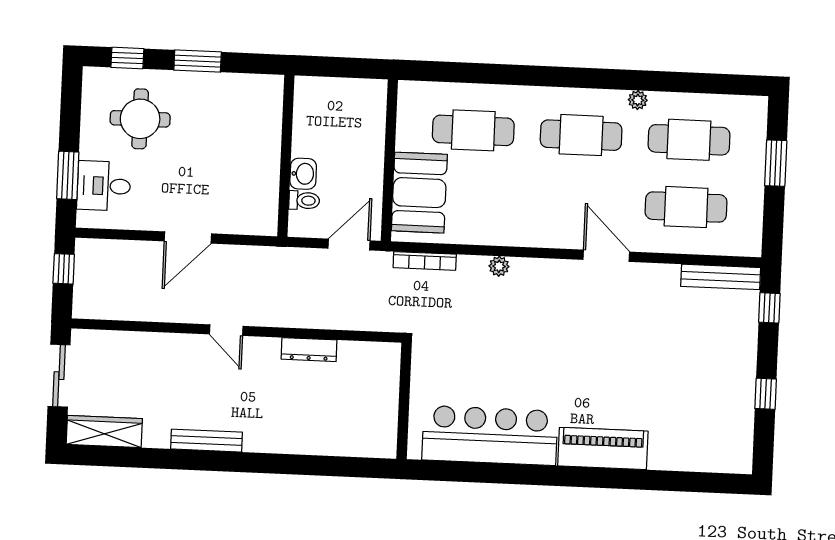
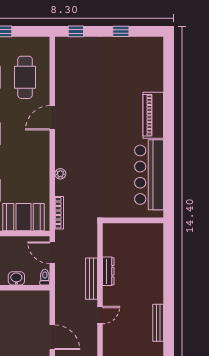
toilet: (304, 200) -> (45, 277), moved
bench: (721, 277) -> (91, 279), moved

